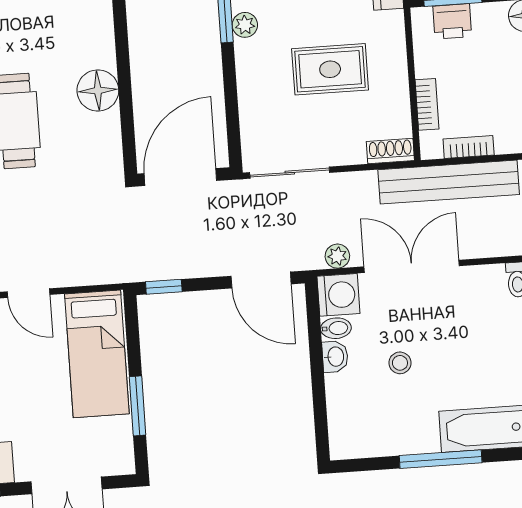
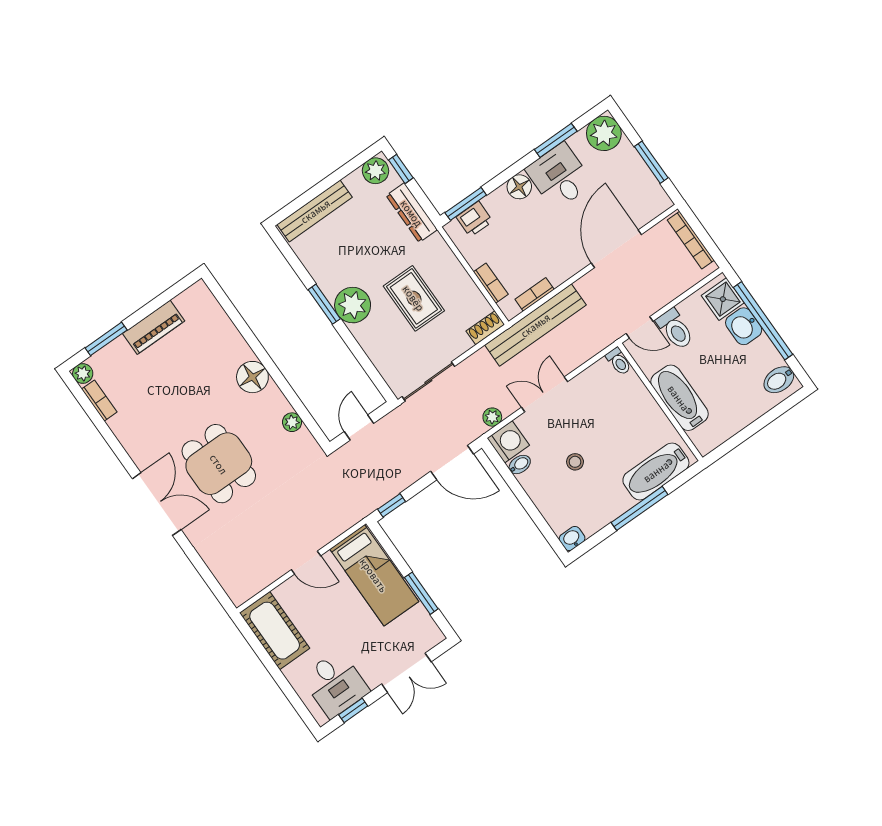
plant: (245, 25) -> (353, 305), width x1.87, depth x1.87
rug: (330, 69) -> (414, 298), turned 90
floor lamp: (98, 90) -> (252, 377), moved
plant: (109, 126) -> (292, 422), added
door: (180, 177) -> (359, 427), width x0.53
double door: (412, 266) -> (545, 394), width x0.73
washbasin: (335, 357) -> (572, 539), moved, turned -90

